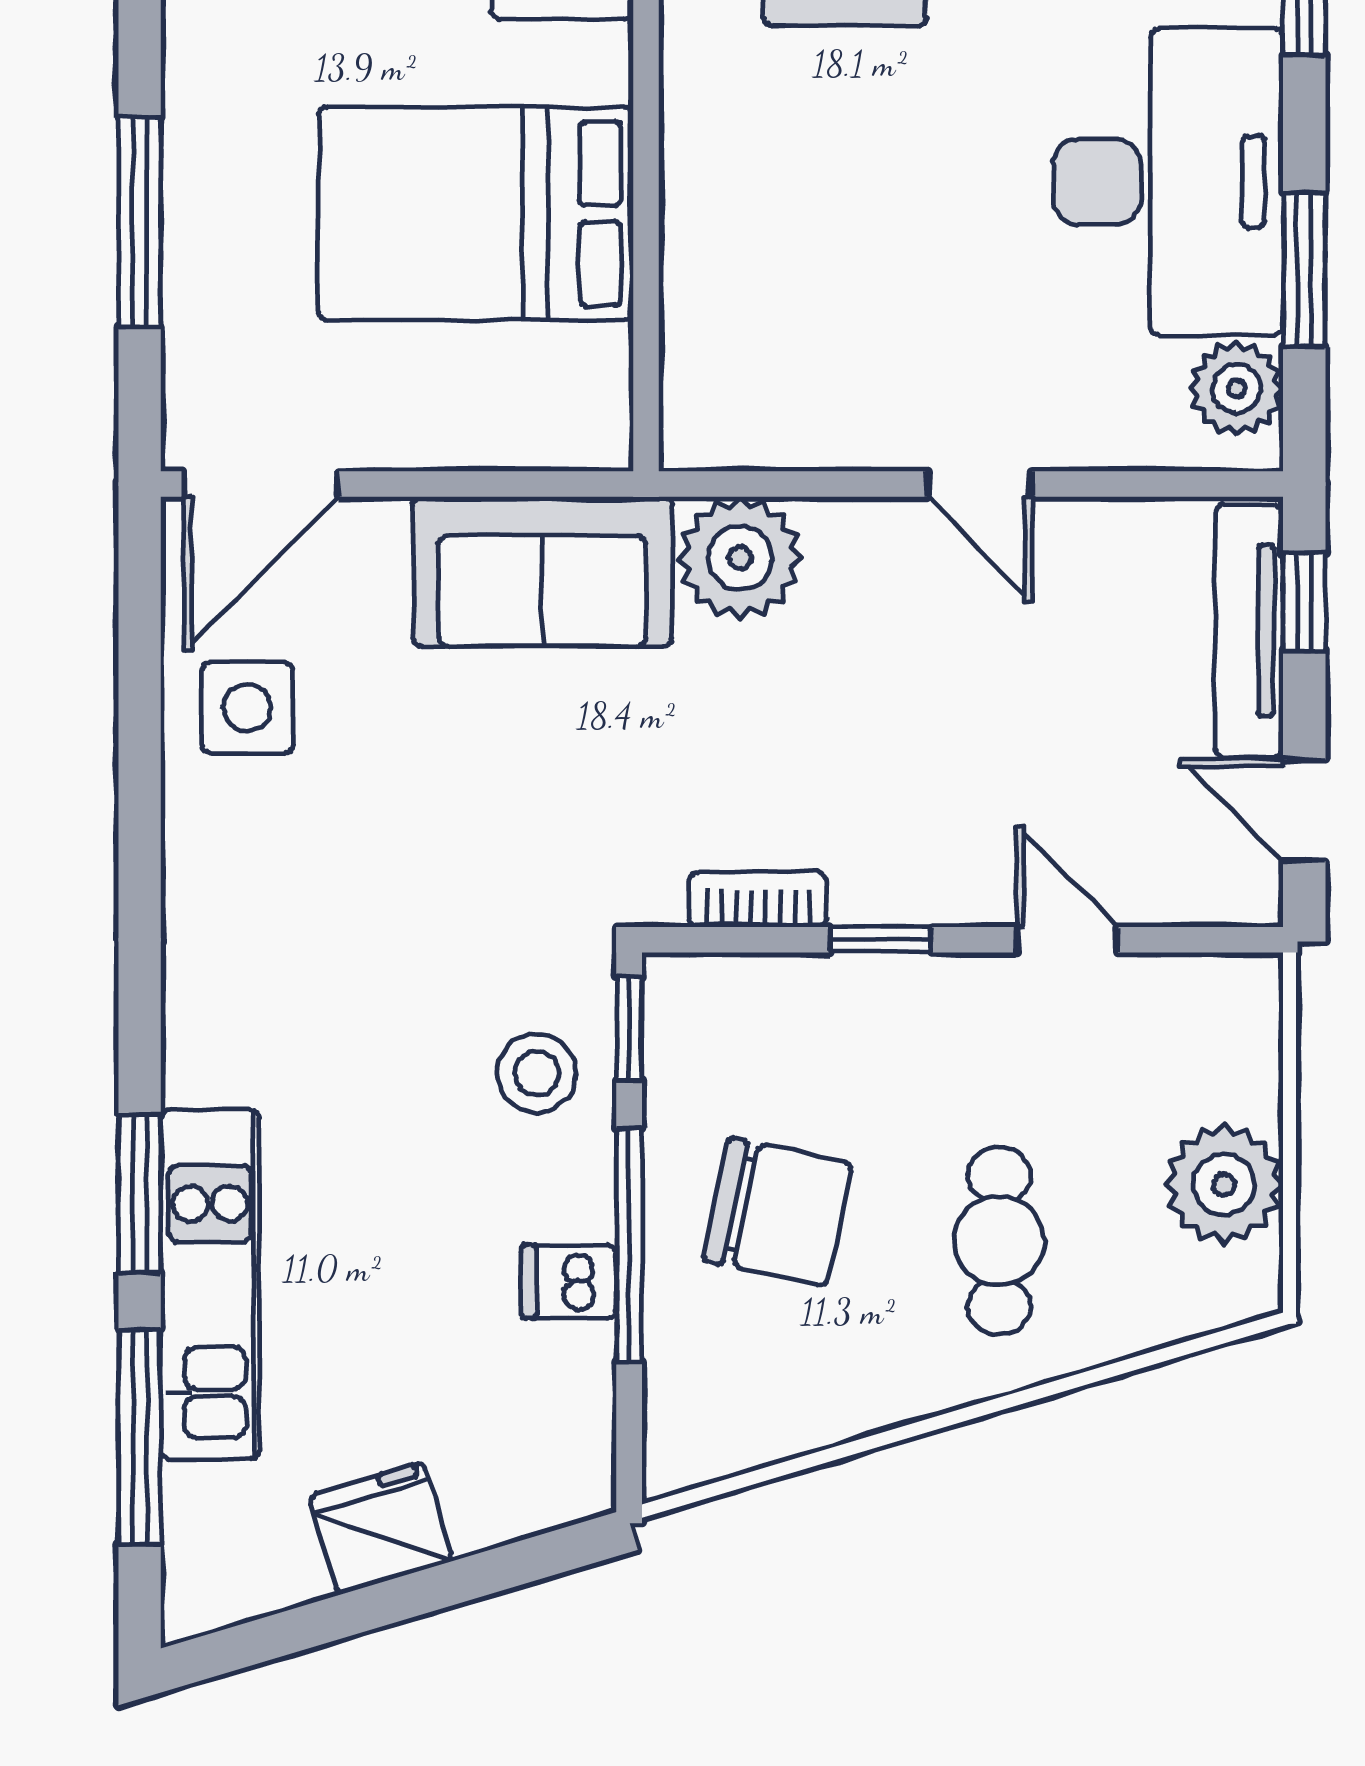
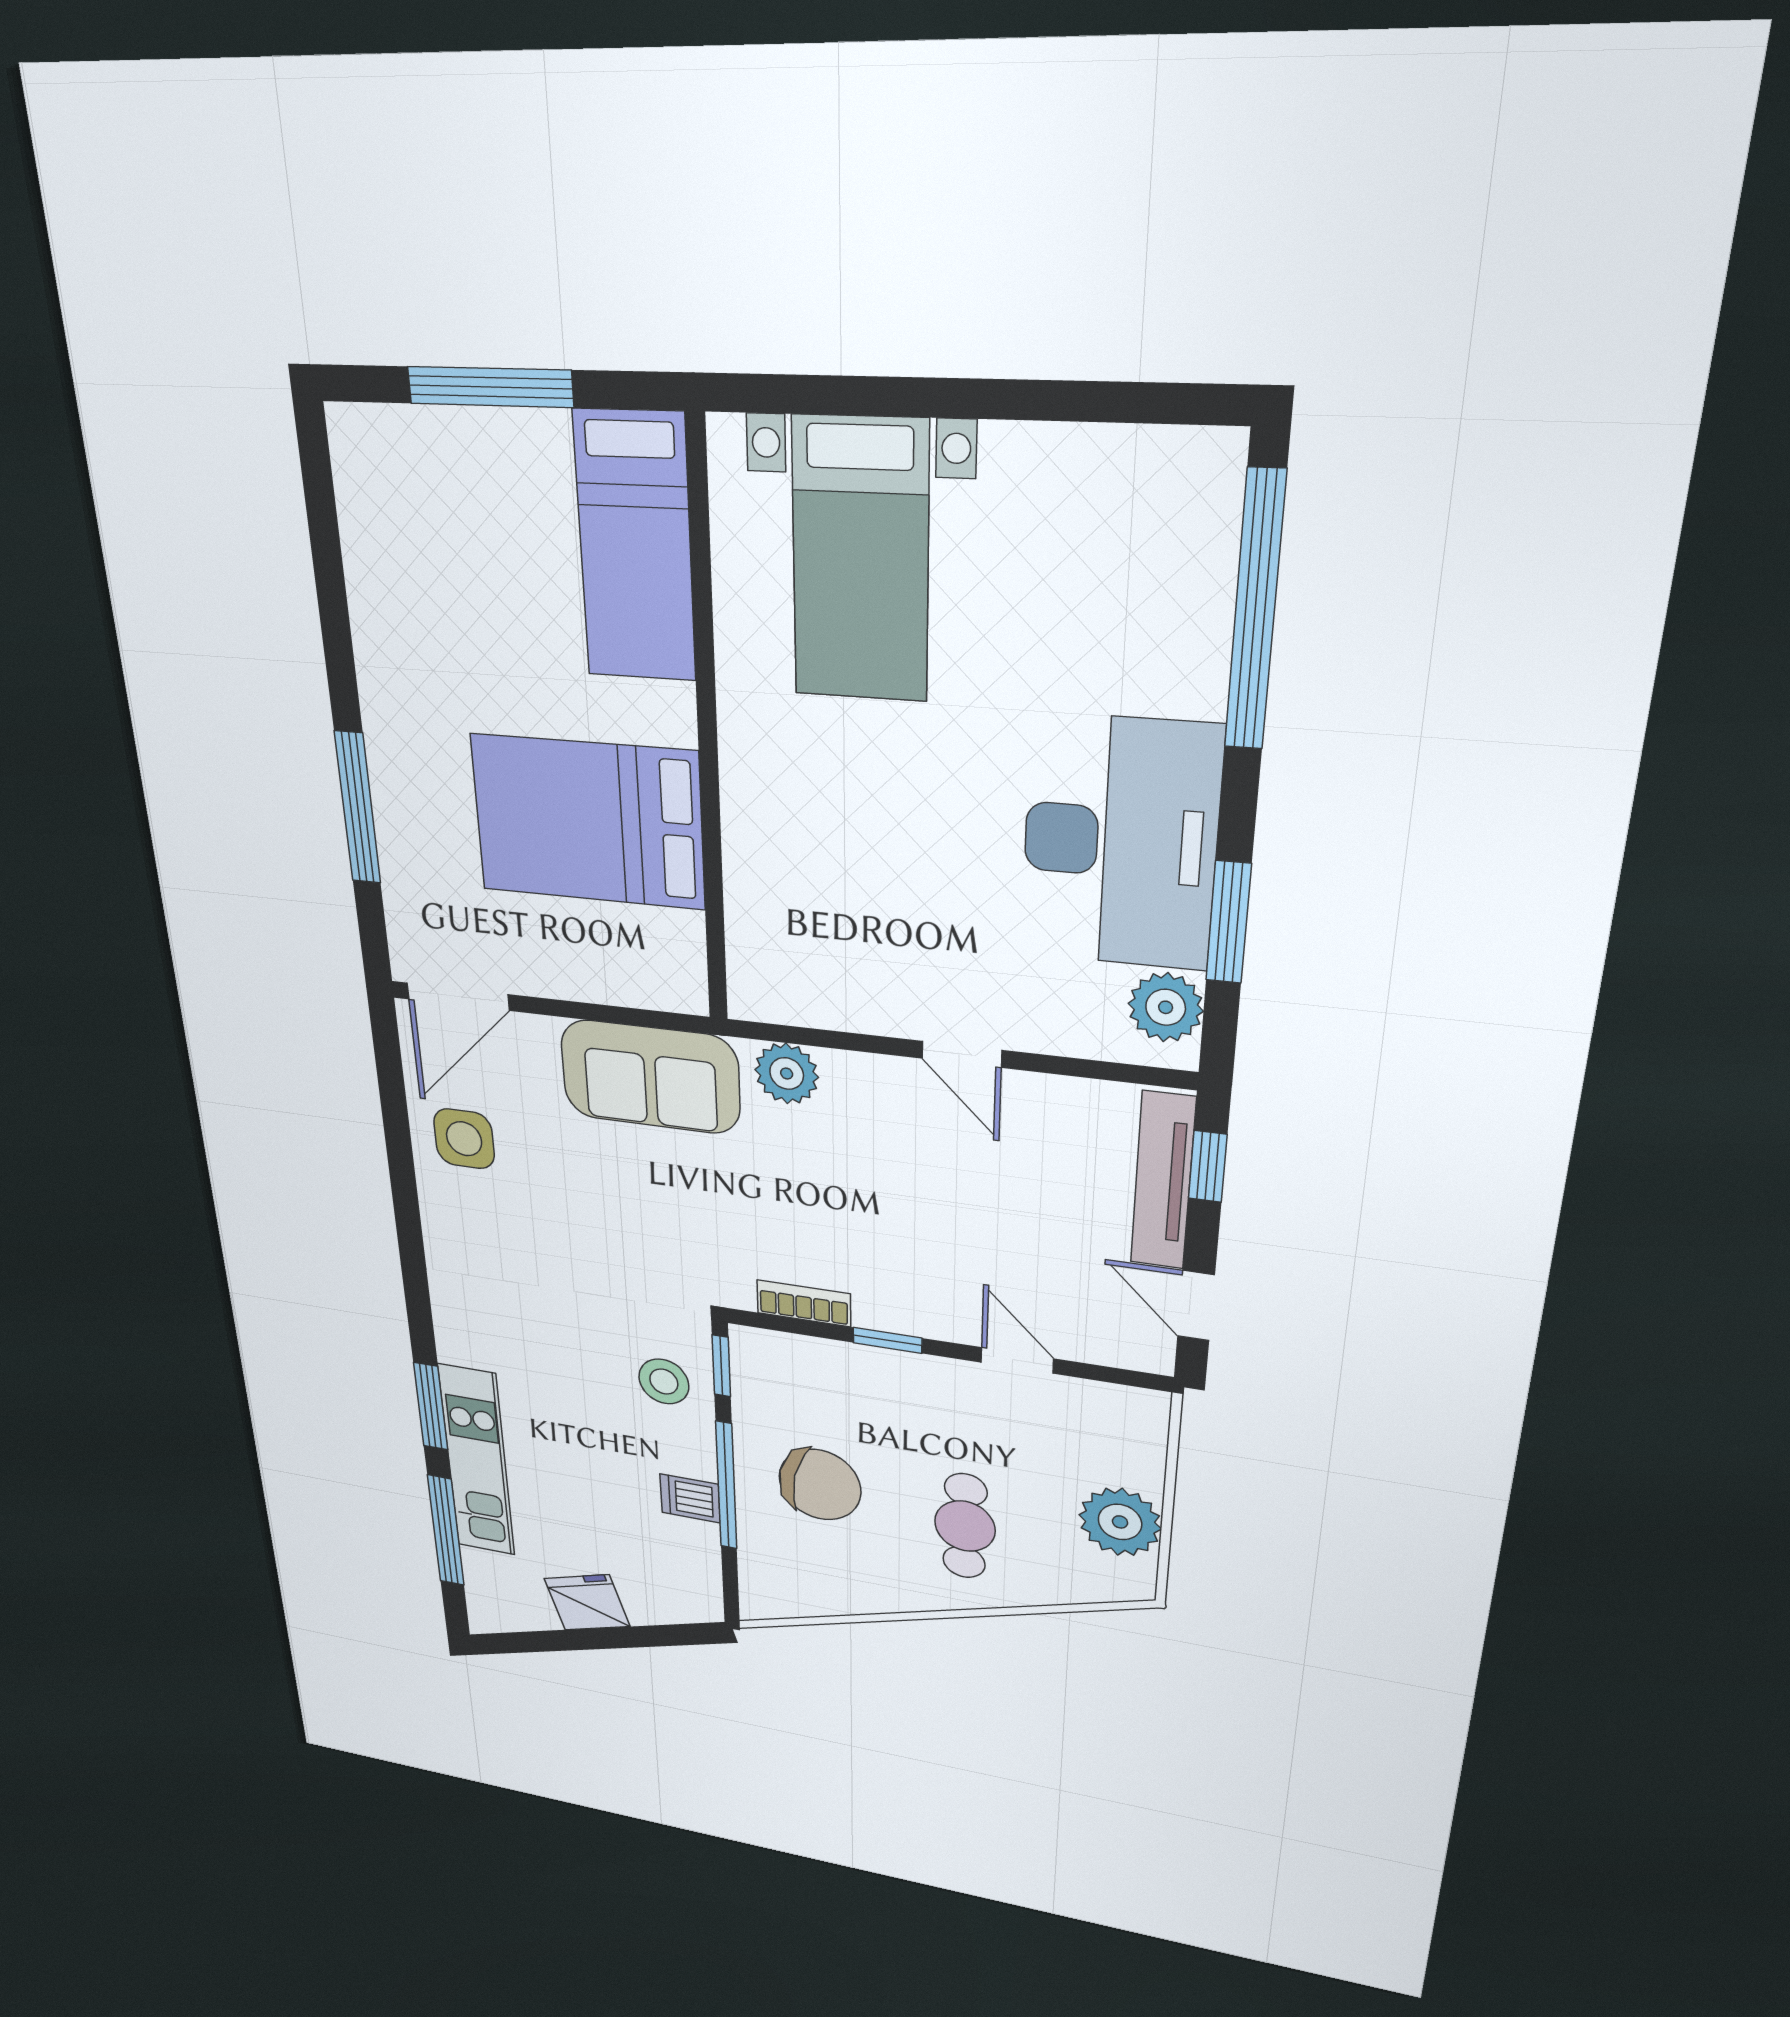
plant: (740, 558) -> (787, 1074), width x0.73, depth x0.73

